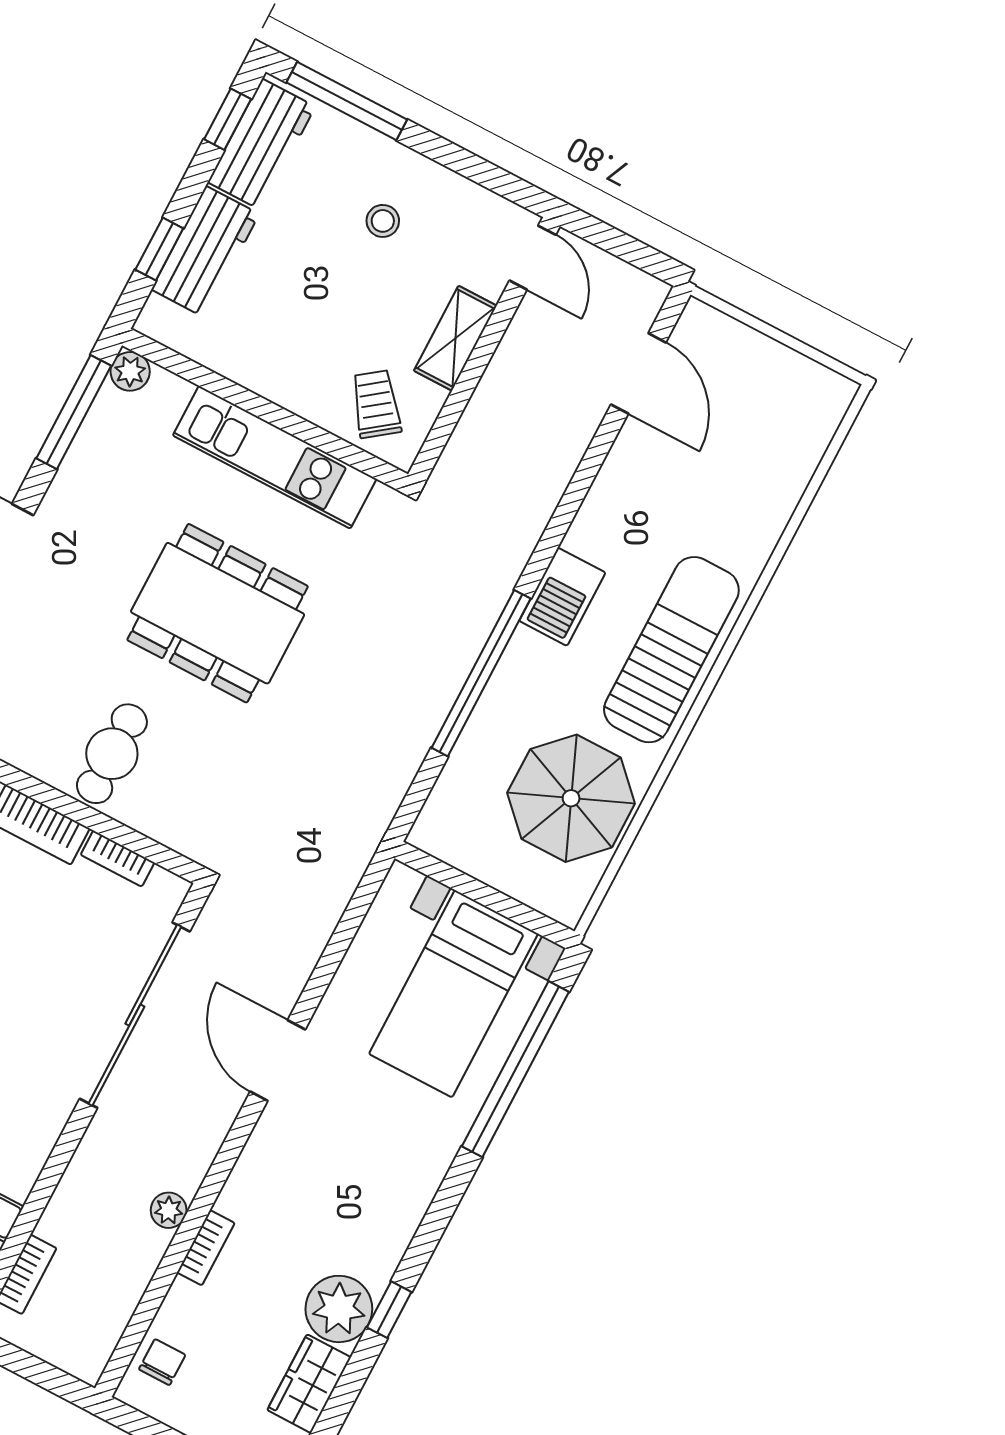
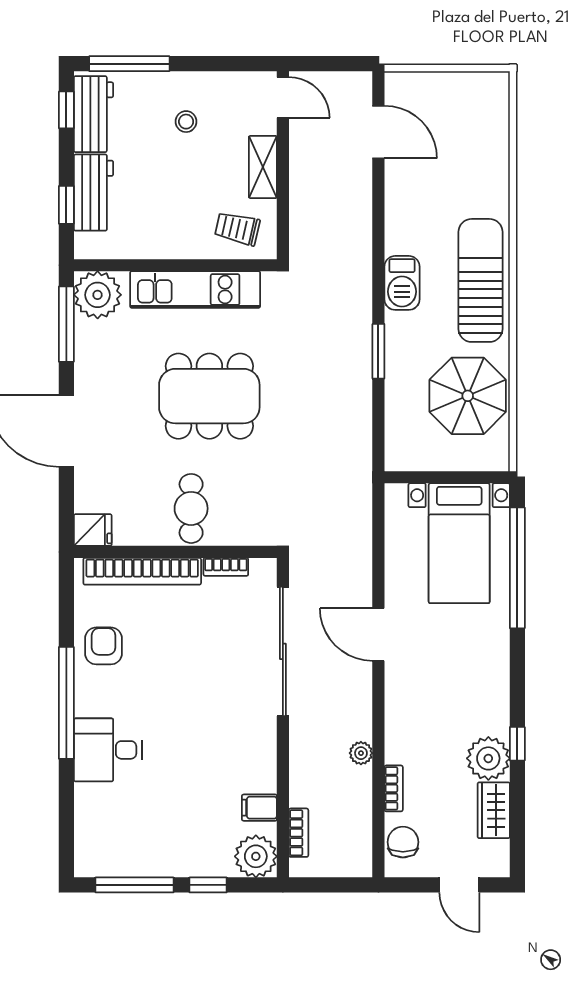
plant: (130, 371) -> (98, 295), width x1.87, depth x1.87
trolley: (376, 404) -> (237, 229), turned -40
window: (481, 673) -> (378, 351), width x0.47
bookcase: (206, 1248) -> (394, 788), moved
chair: (162, 1362) -> (403, 842), width x1.37, depth x1.37

